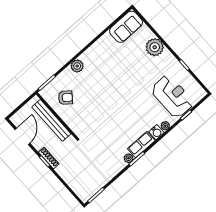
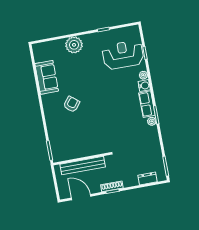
sofa: (126, 27) -> (47, 77), moved
plant: (77, 66) -> (51, 118), removed
armchair: (65, 98) -> (72, 104), moved
dresser: (75, 186) -> (147, 178), added

